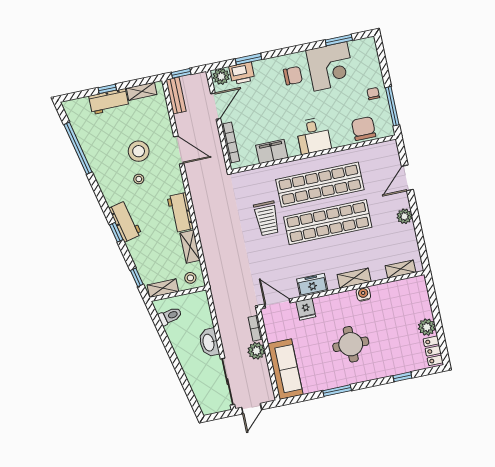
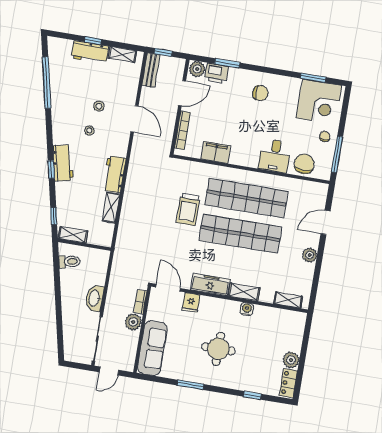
corner desk: (330, 66) -> (319, 102), moved
desk: (313, 136) -> (275, 156), moved
stool: (139, 151) -> (99, 106), width x0.53, depth x0.53
stool: (190, 278) -> (101, 235), removed
freezer: (312, 285) -> (210, 284), width x1.40

